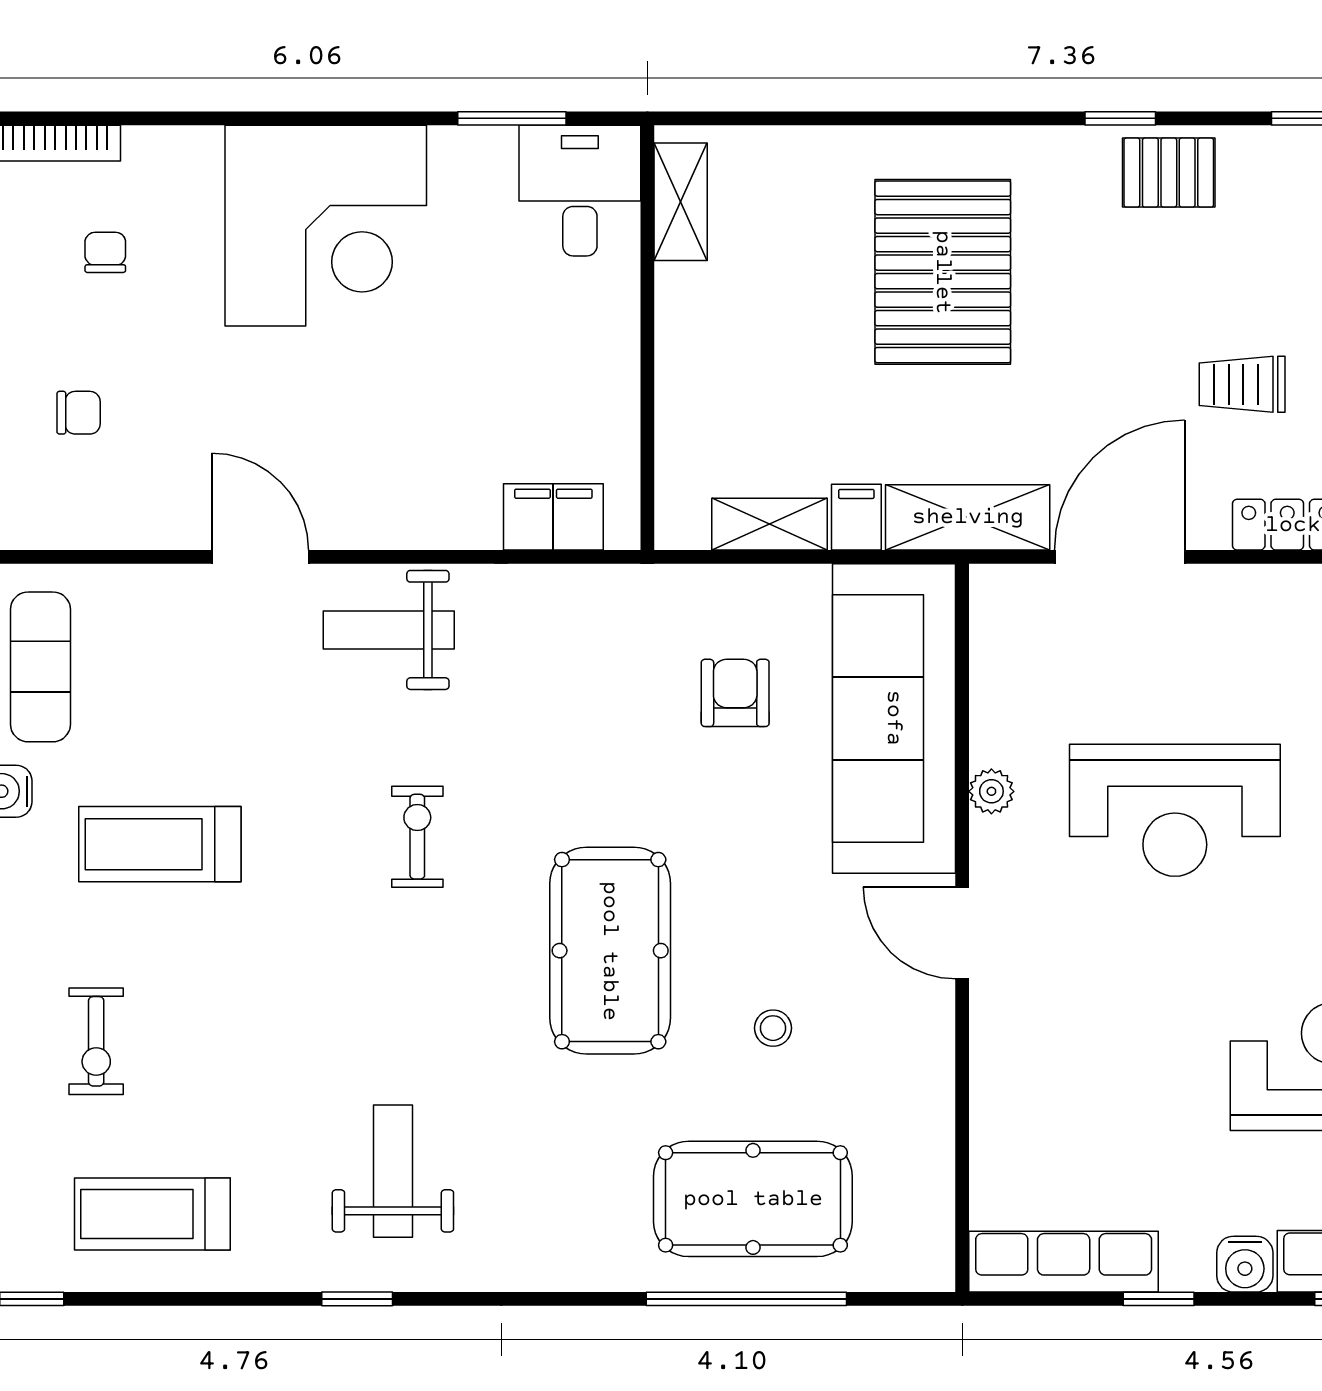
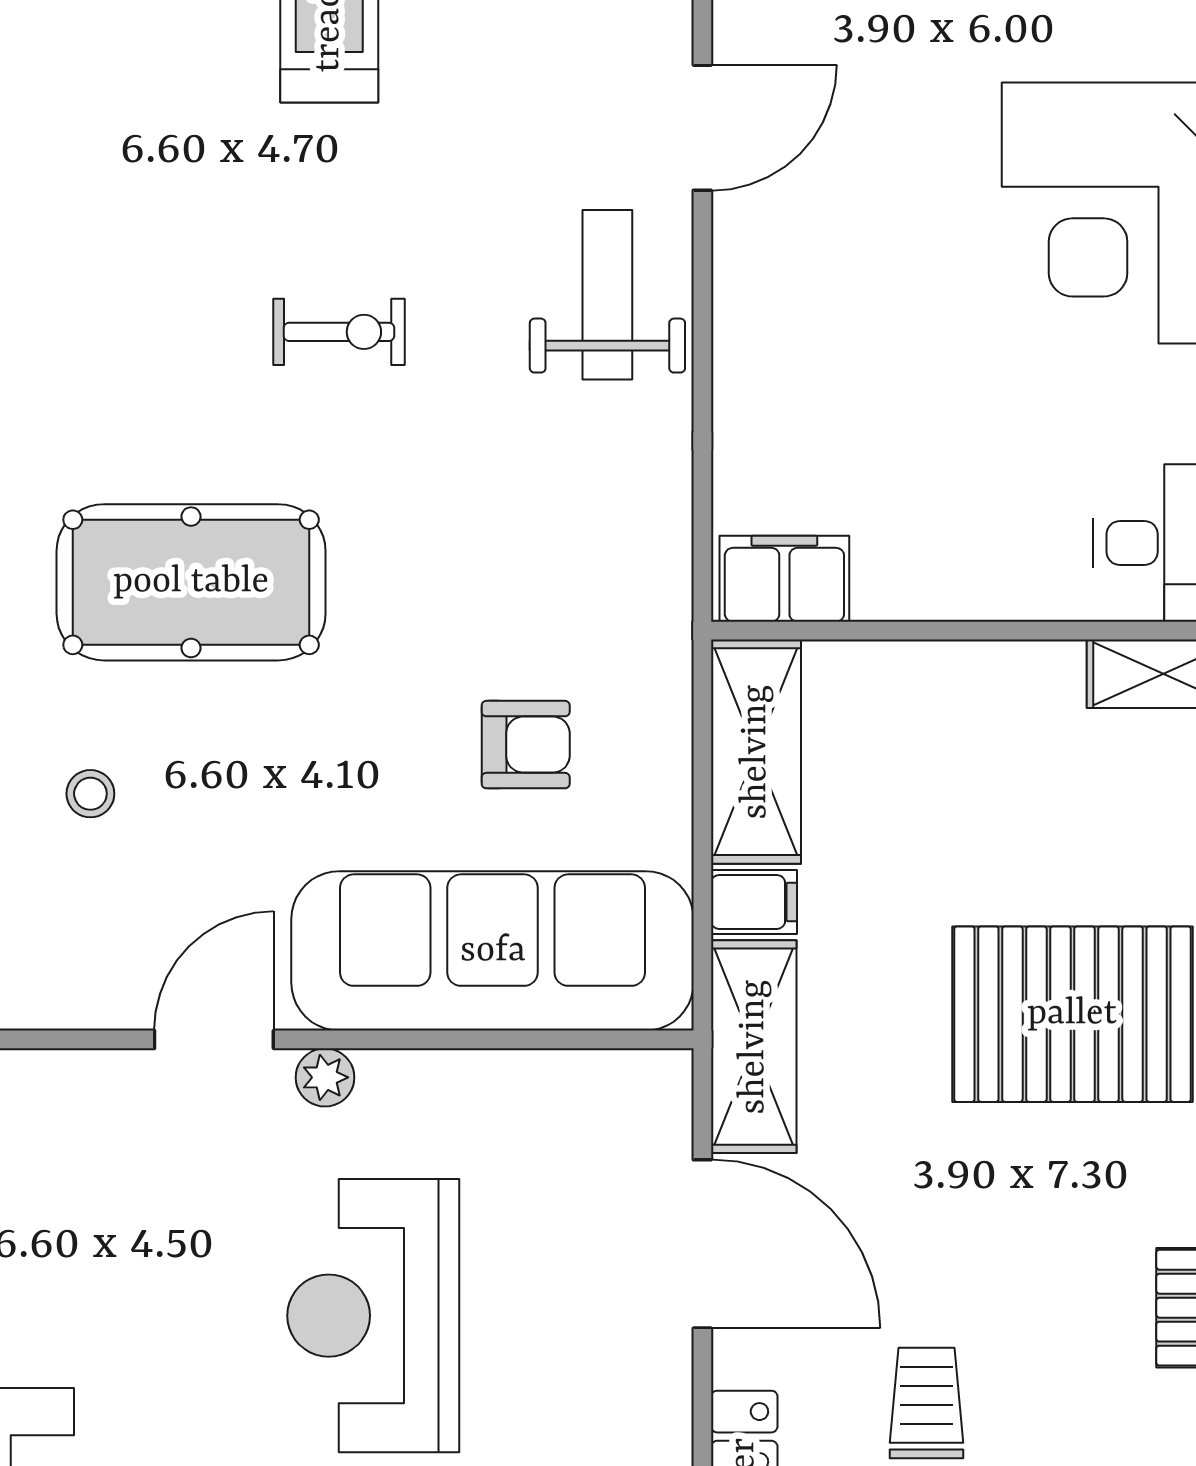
filing cabinet: (553, 517) -> (784, 579), moved, turned -90
shelving: (769, 524) -> (756, 752), width x1.50, depth x1.33
plant: (991, 791) -> (325, 1077), moved

